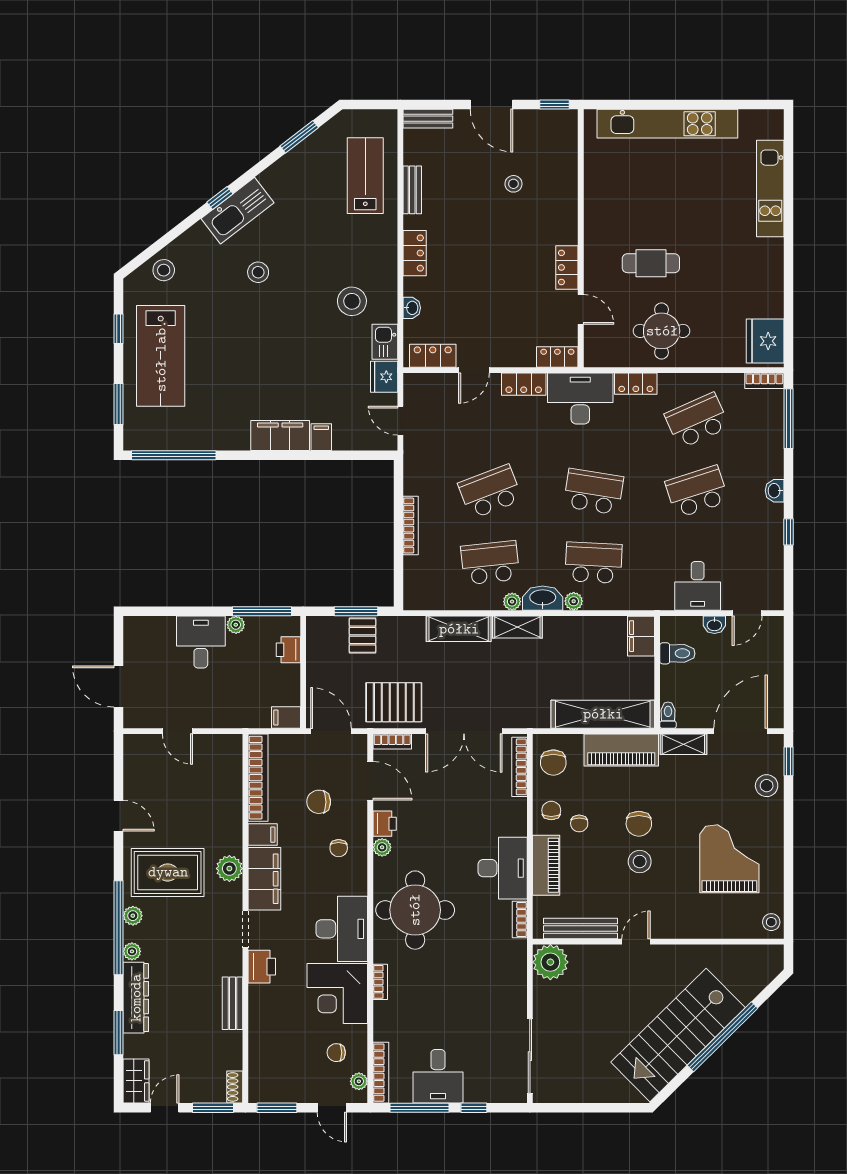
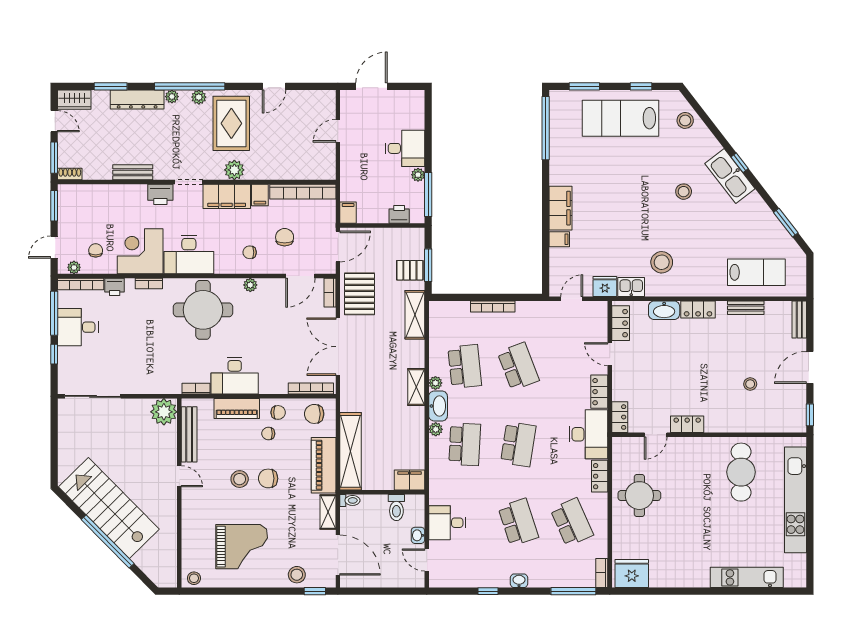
cafe table: (651, 263) -> (741, 472), moved, width x1.37, depth x1.35
washbasin: (412, 308) -> (664, 310), width x1.91, depth x1.45
shelving: (459, 629) -> (415, 315), moved
printer: (385, 824) -> (115, 287), moved

